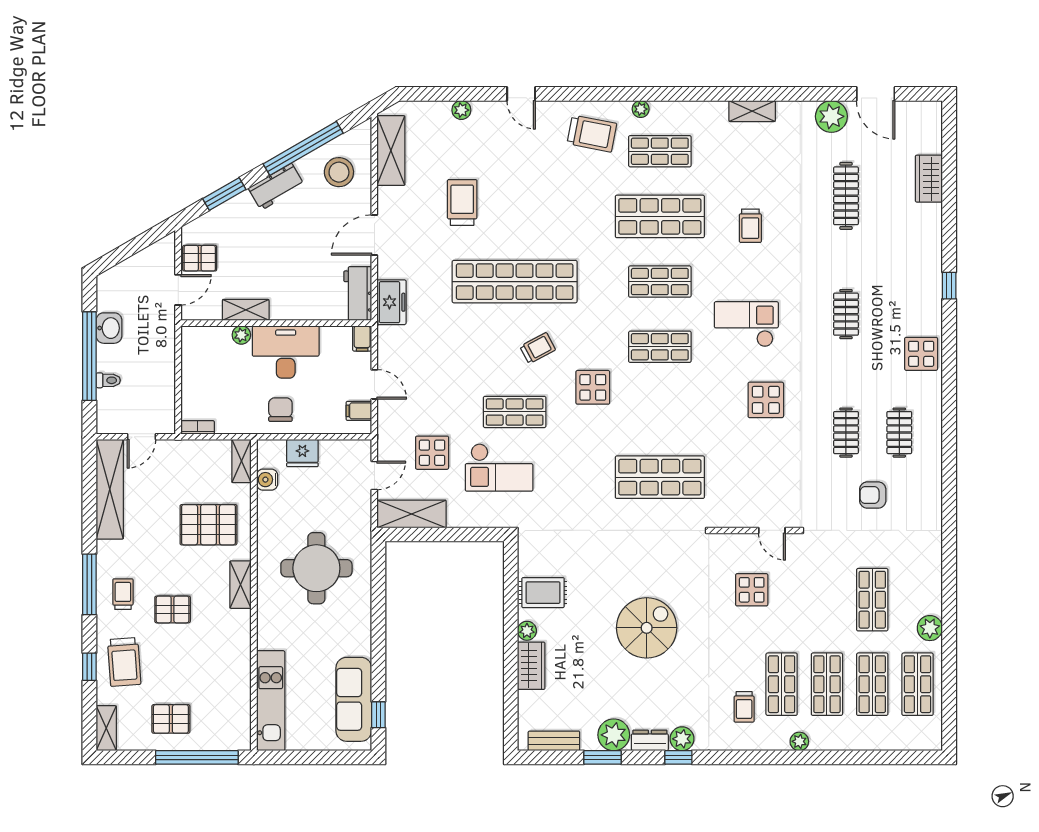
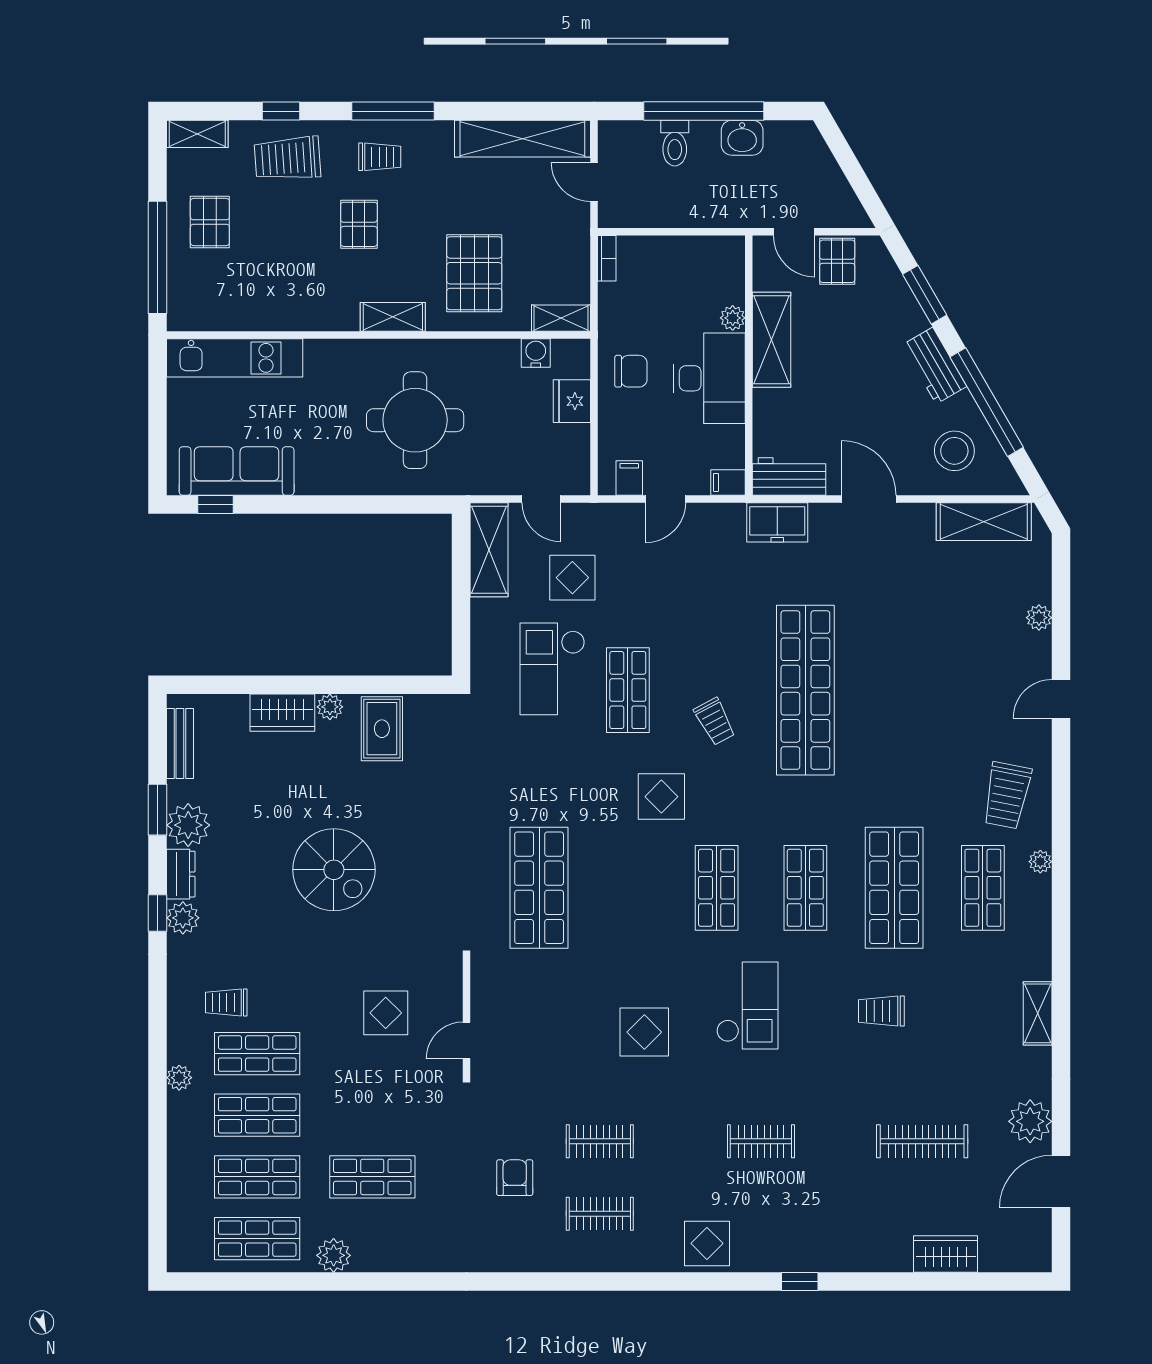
trolley: (462, 202) -> (913, 619), removed
shelving: (246, 310) -> (772, 340), width x1.50, depth x1.33
toilet: (108, 380) -> (675, 143), width x1.37, depth x1.39

